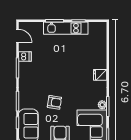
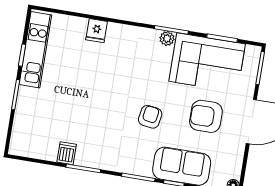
kitchen unit: (66, 28) -> (35, 50), moved
door: (18, 36) -> (30, 160), removed
fridge: (100, 75) -> (97, 31), moved

